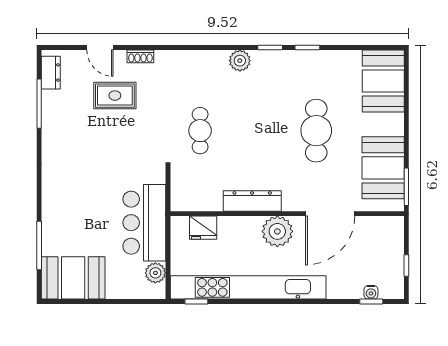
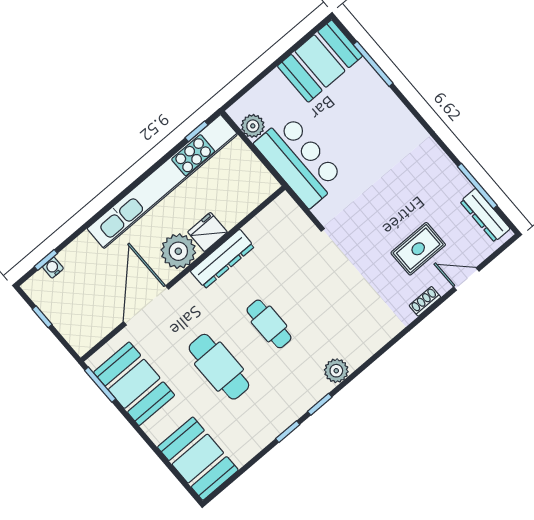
dresser: (51, 73) -> (485, 215), width x1.44
cafe table: (200, 131) -> (269, 324), moved
fridge: (203, 228) -> (207, 232), moved

